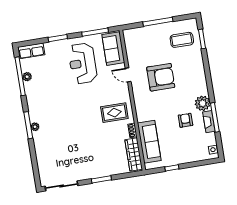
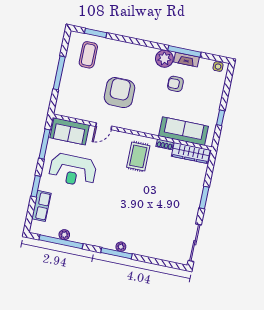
row of seats: (31, 51) -> (41, 206), moved

